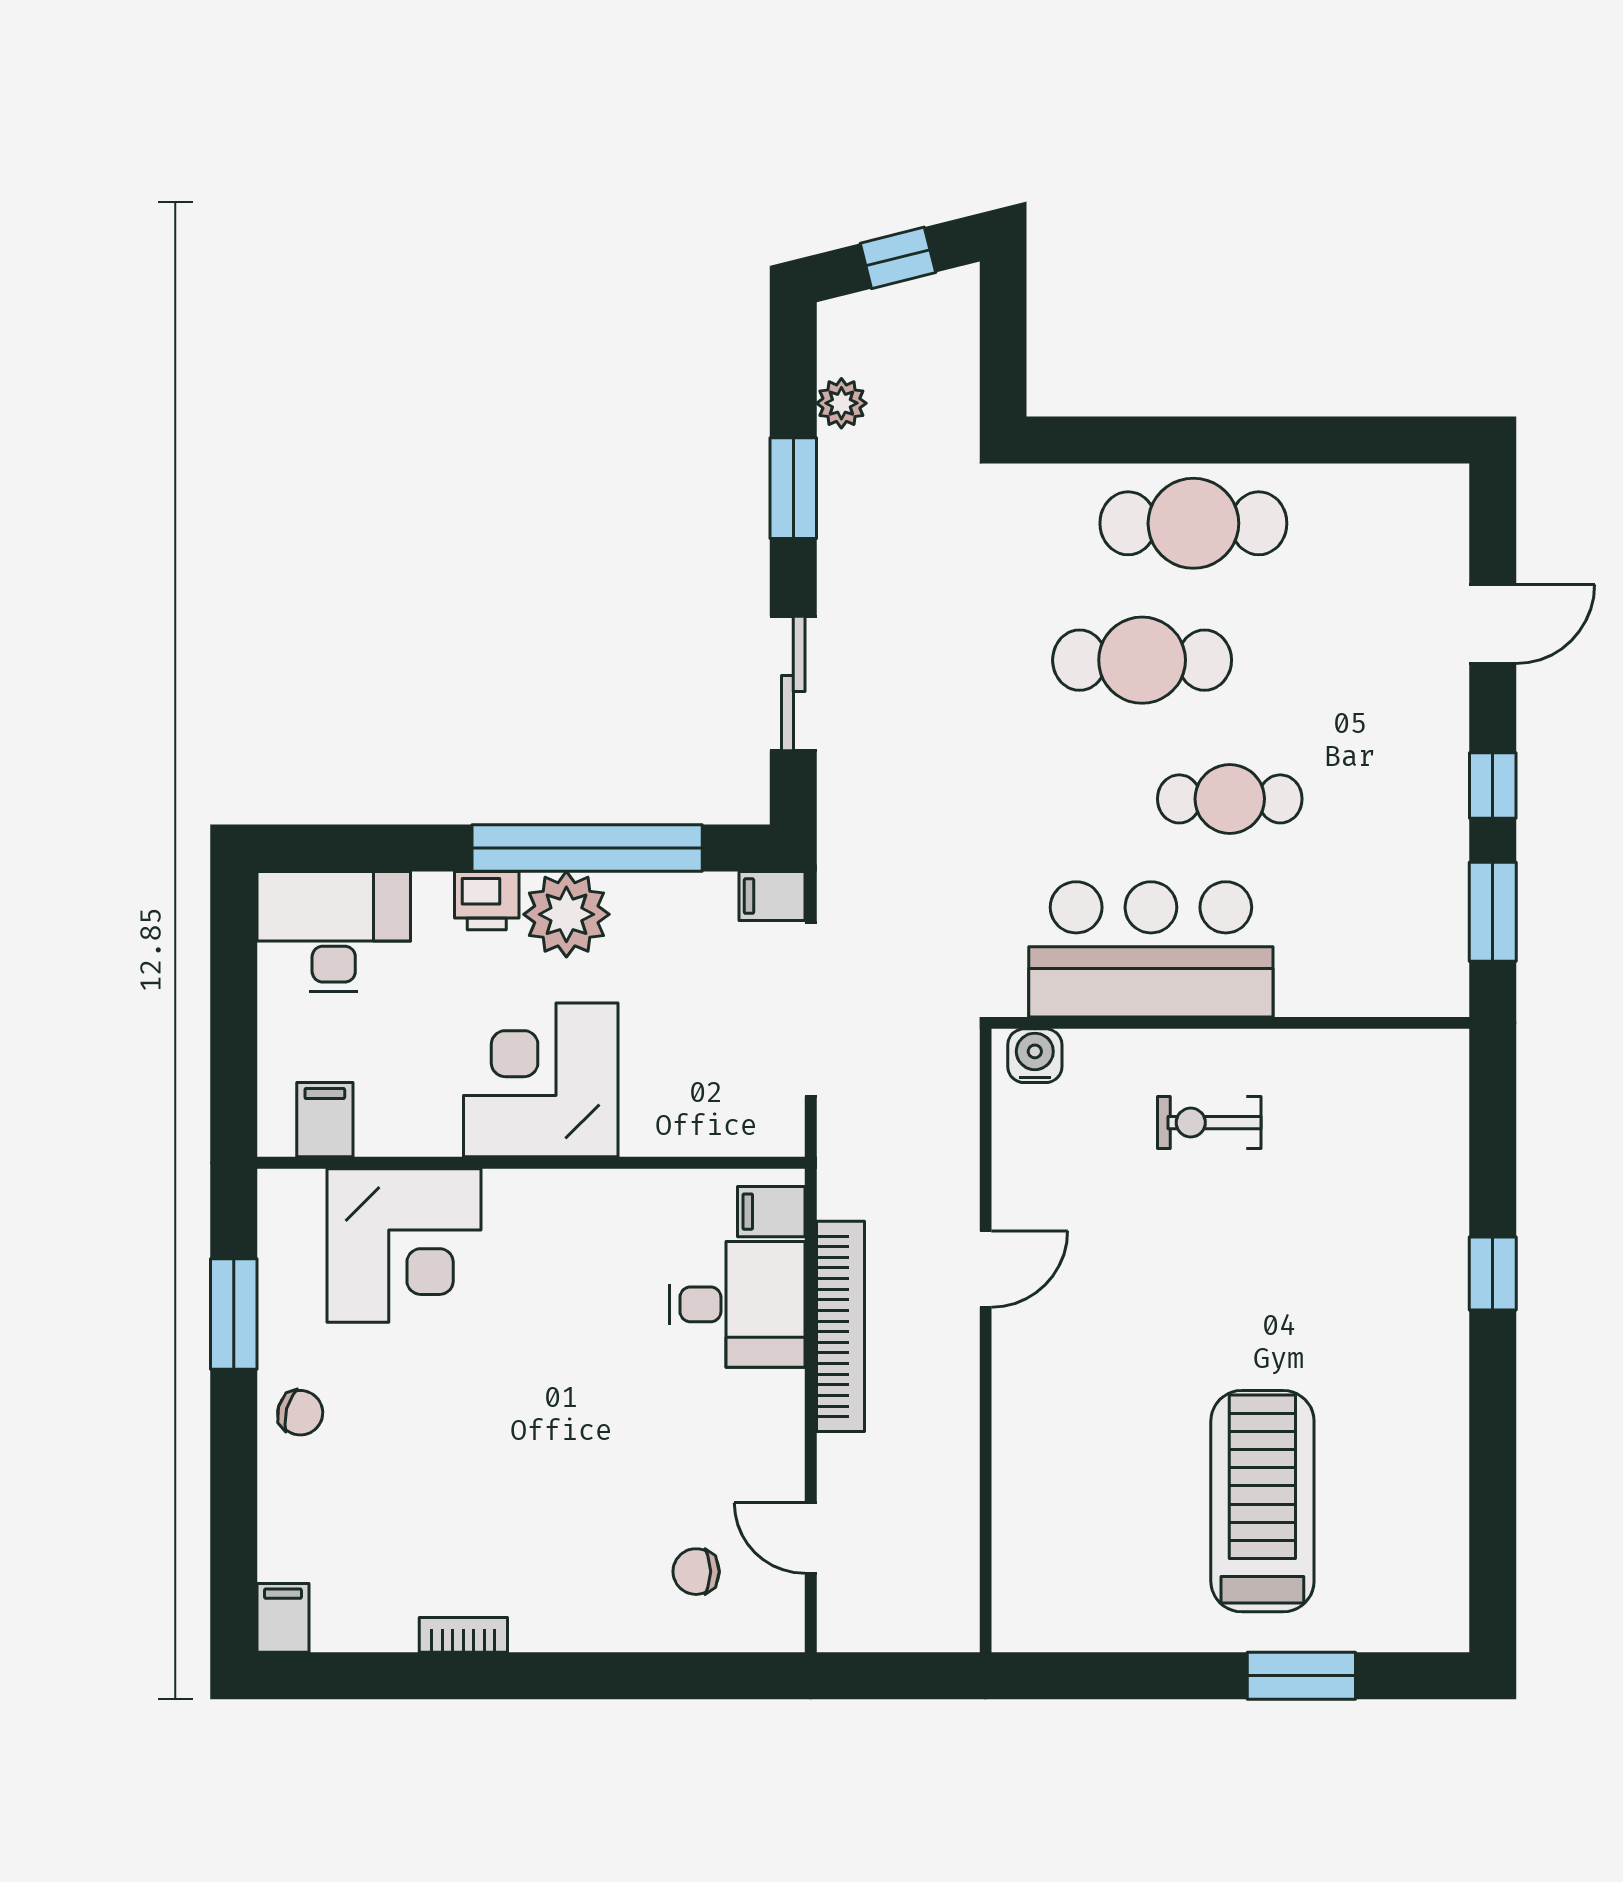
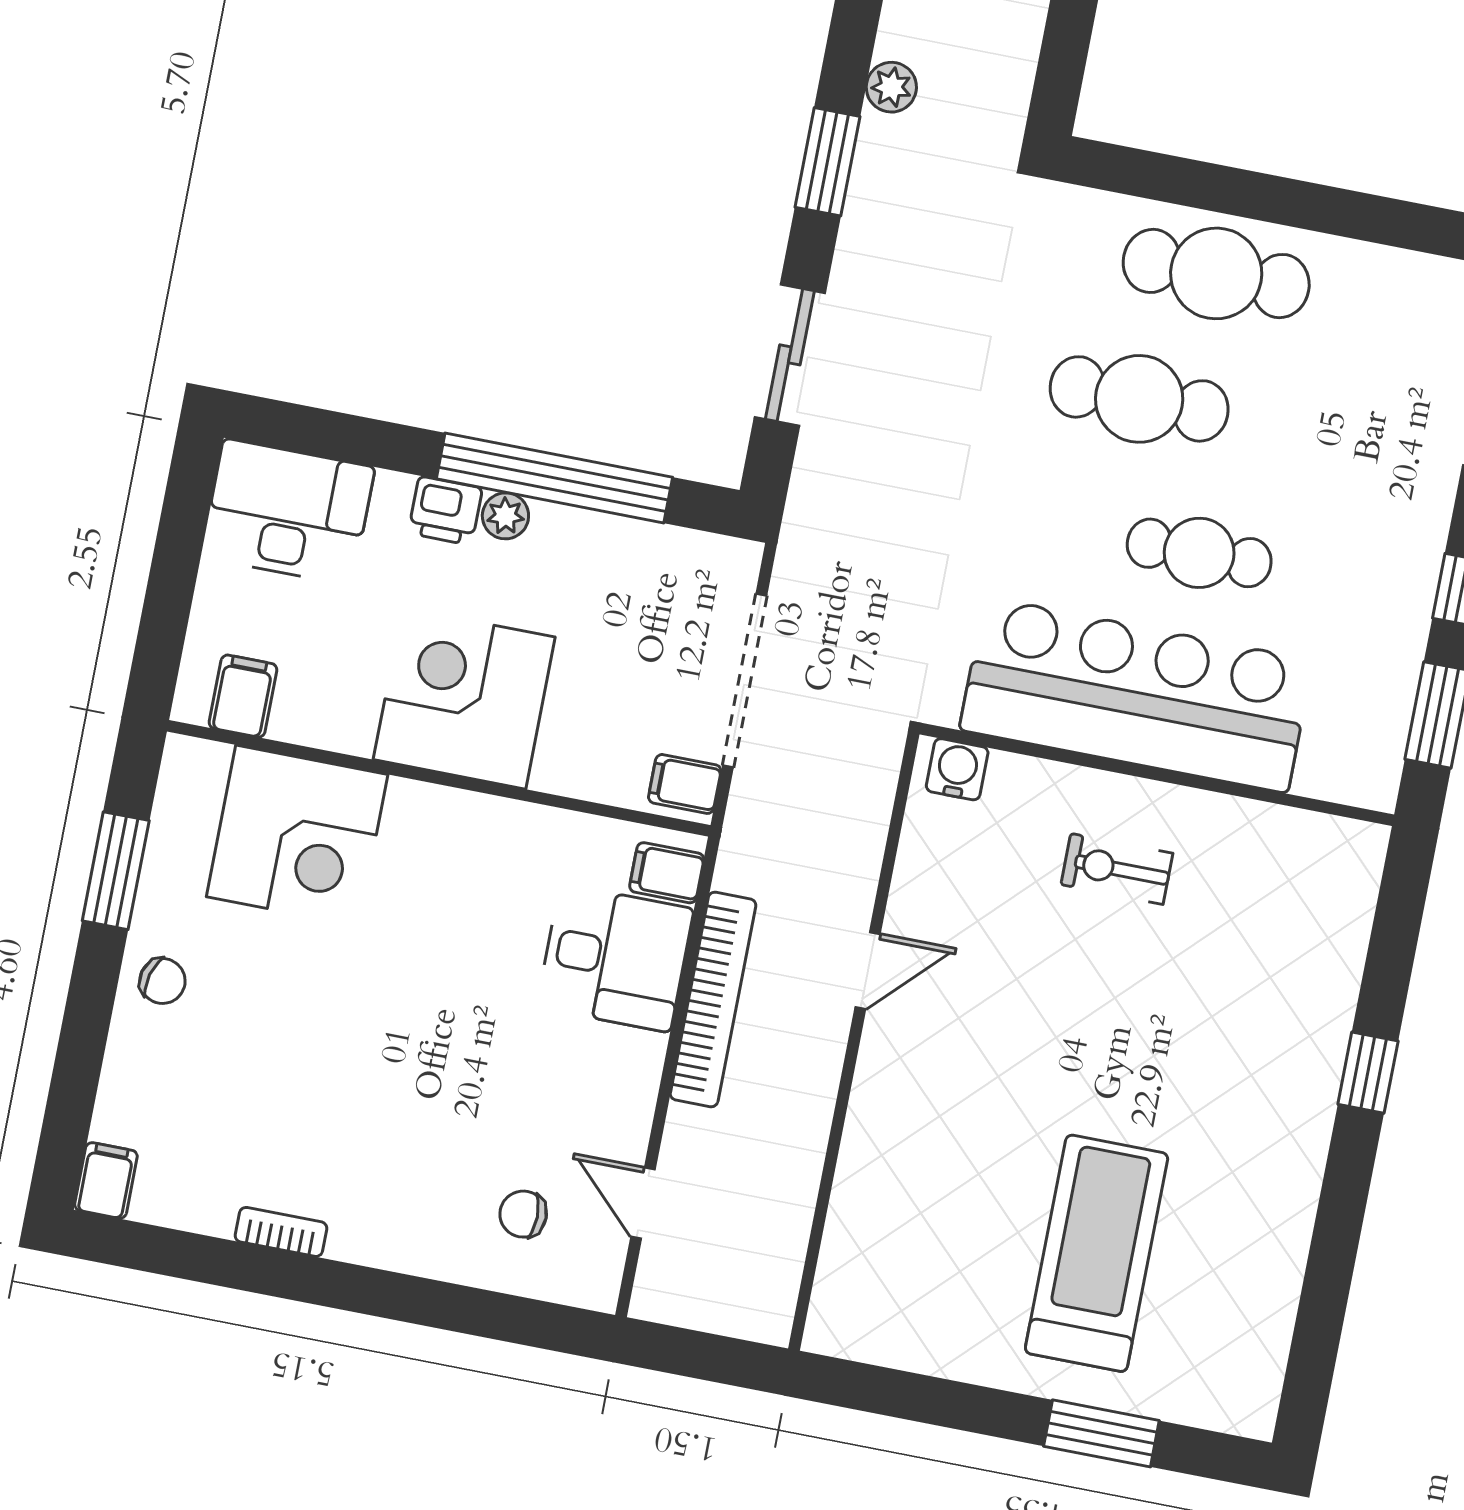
filing cabinet: (772, 896) -> (685, 784), moved
plant: (566, 914) -> (505, 516), width x0.53, depth x0.53
bar counter: (1151, 949) -> (1136, 695), width x1.36

